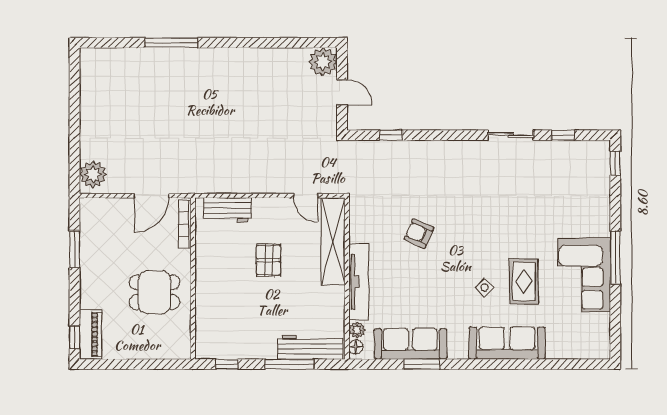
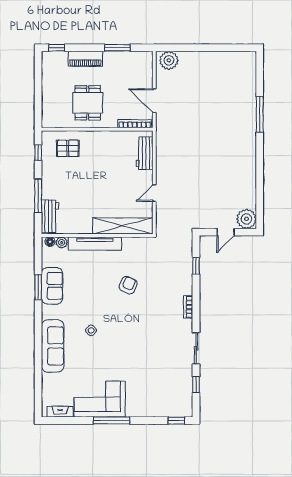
bookcase: (451, 146) -> (188, 307), added
door: (306, 196) -> (154, 193), moved
pallet: (268, 260) -> (68, 148), moved
rug: (524, 281) -> (95, 357), removed
fireplace: (602, 332) -> (60, 412), added
piano: (90, 334) -> (85, 59), moved
sofa: (410, 344) -> (52, 286), width x0.73
workbench: (310, 347) -> (50, 216), width x0.73

